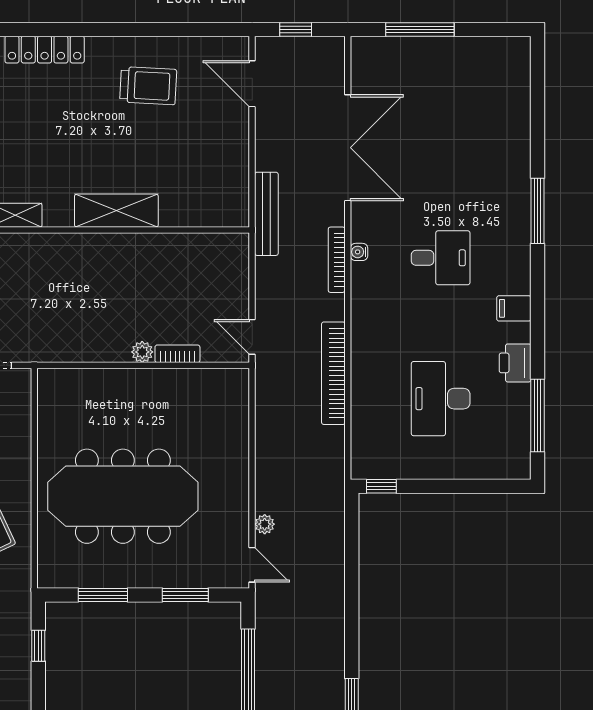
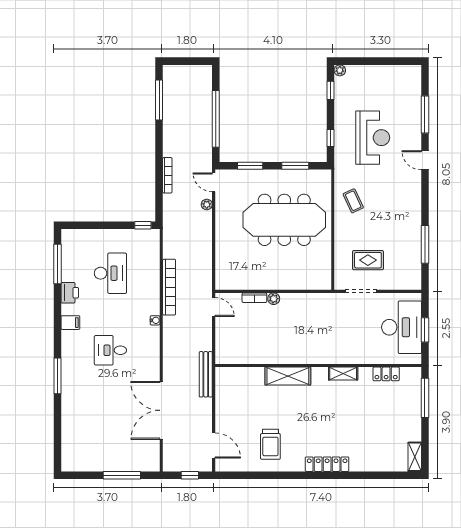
trolley: (148, 86) -> (270, 444), turned -93
water cooler: (359, 252) -> (155, 320), moved
bookcase: (337, 260) -> (167, 175), moved

